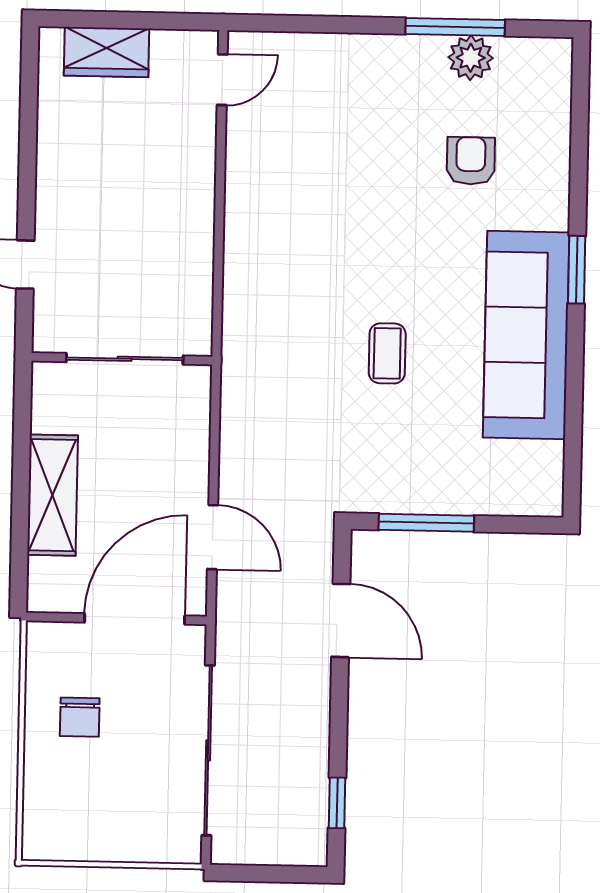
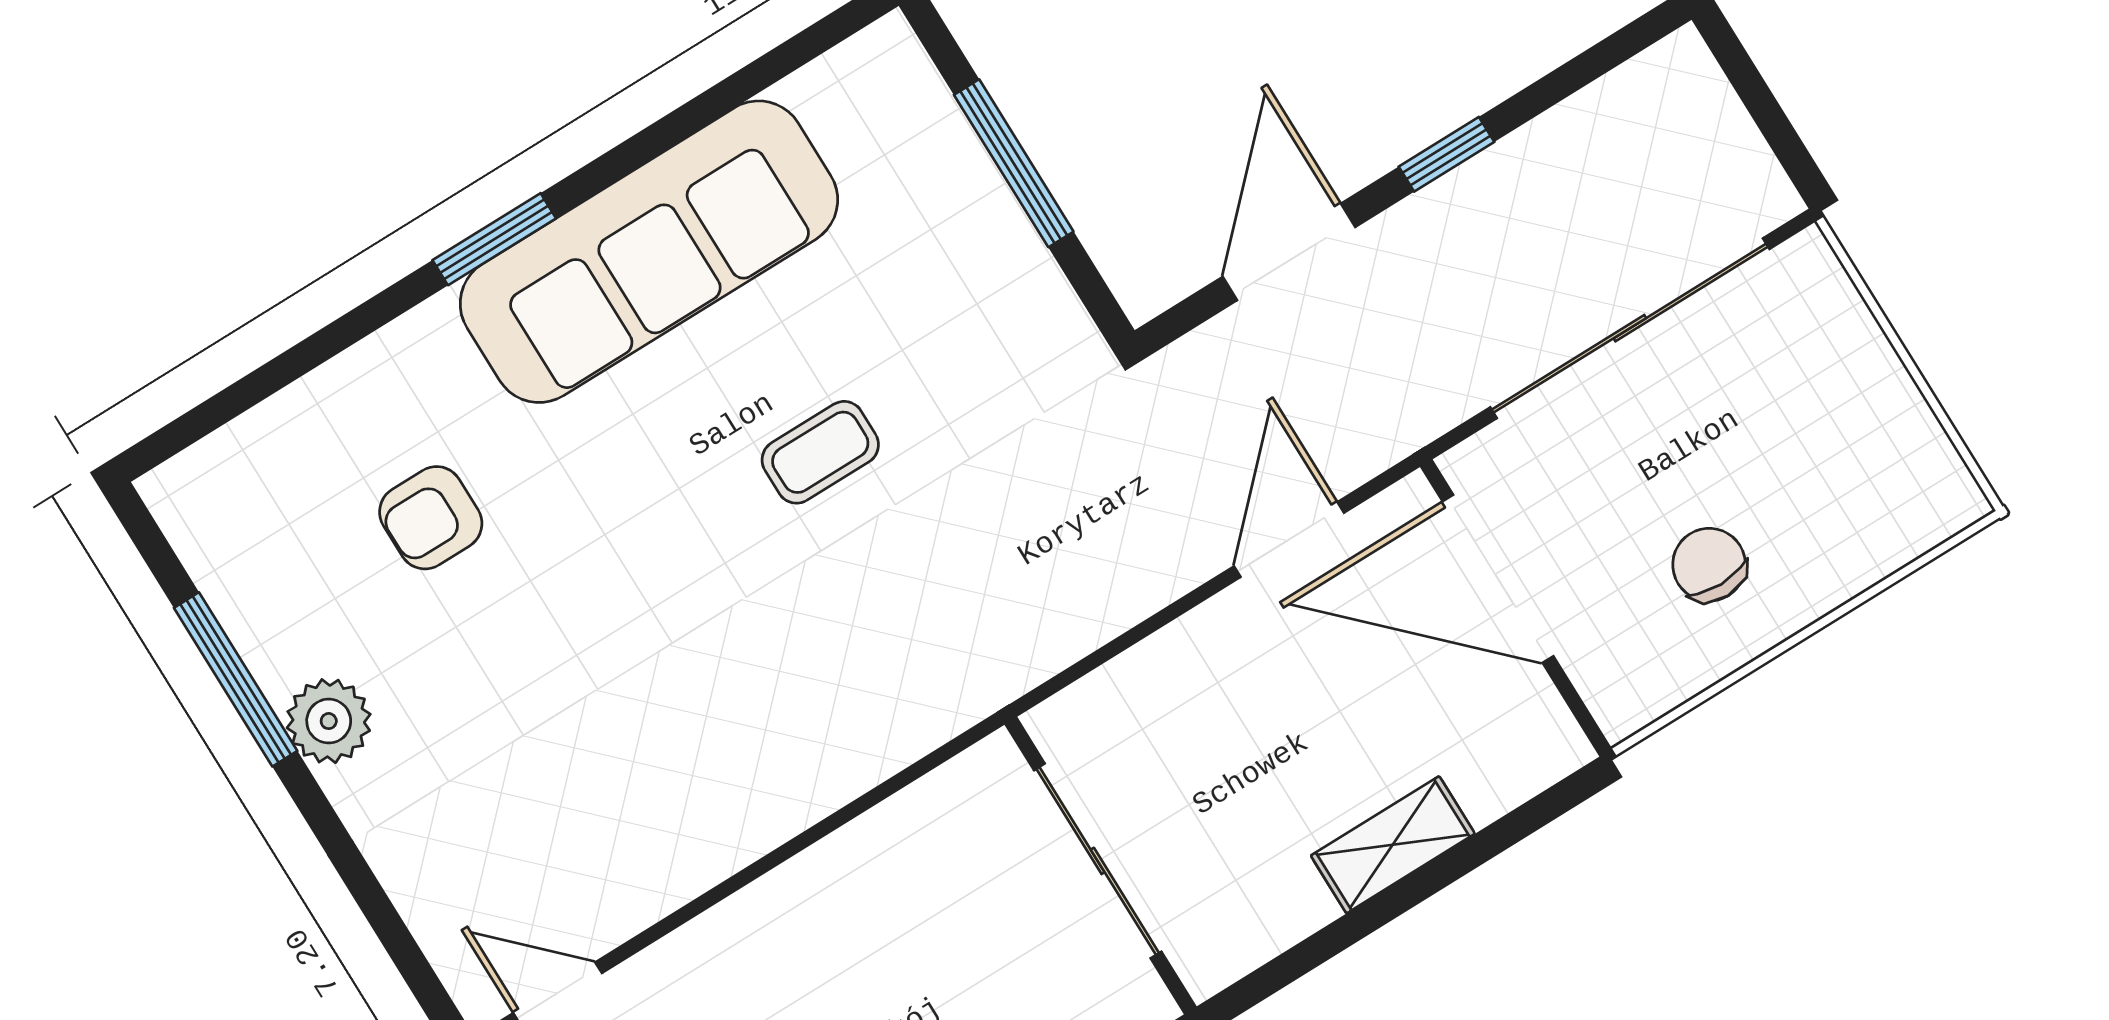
plant: (471, 58) -> (329, 721), moved
shelving: (53, 495) -> (1393, 845), width x0.67, depth x0.75
window: (426, 523) -> (1014, 163), moved
chair: (80, 717) -> (1709, 565), turned -90
window: (337, 803) -> (1446, 154), moved

